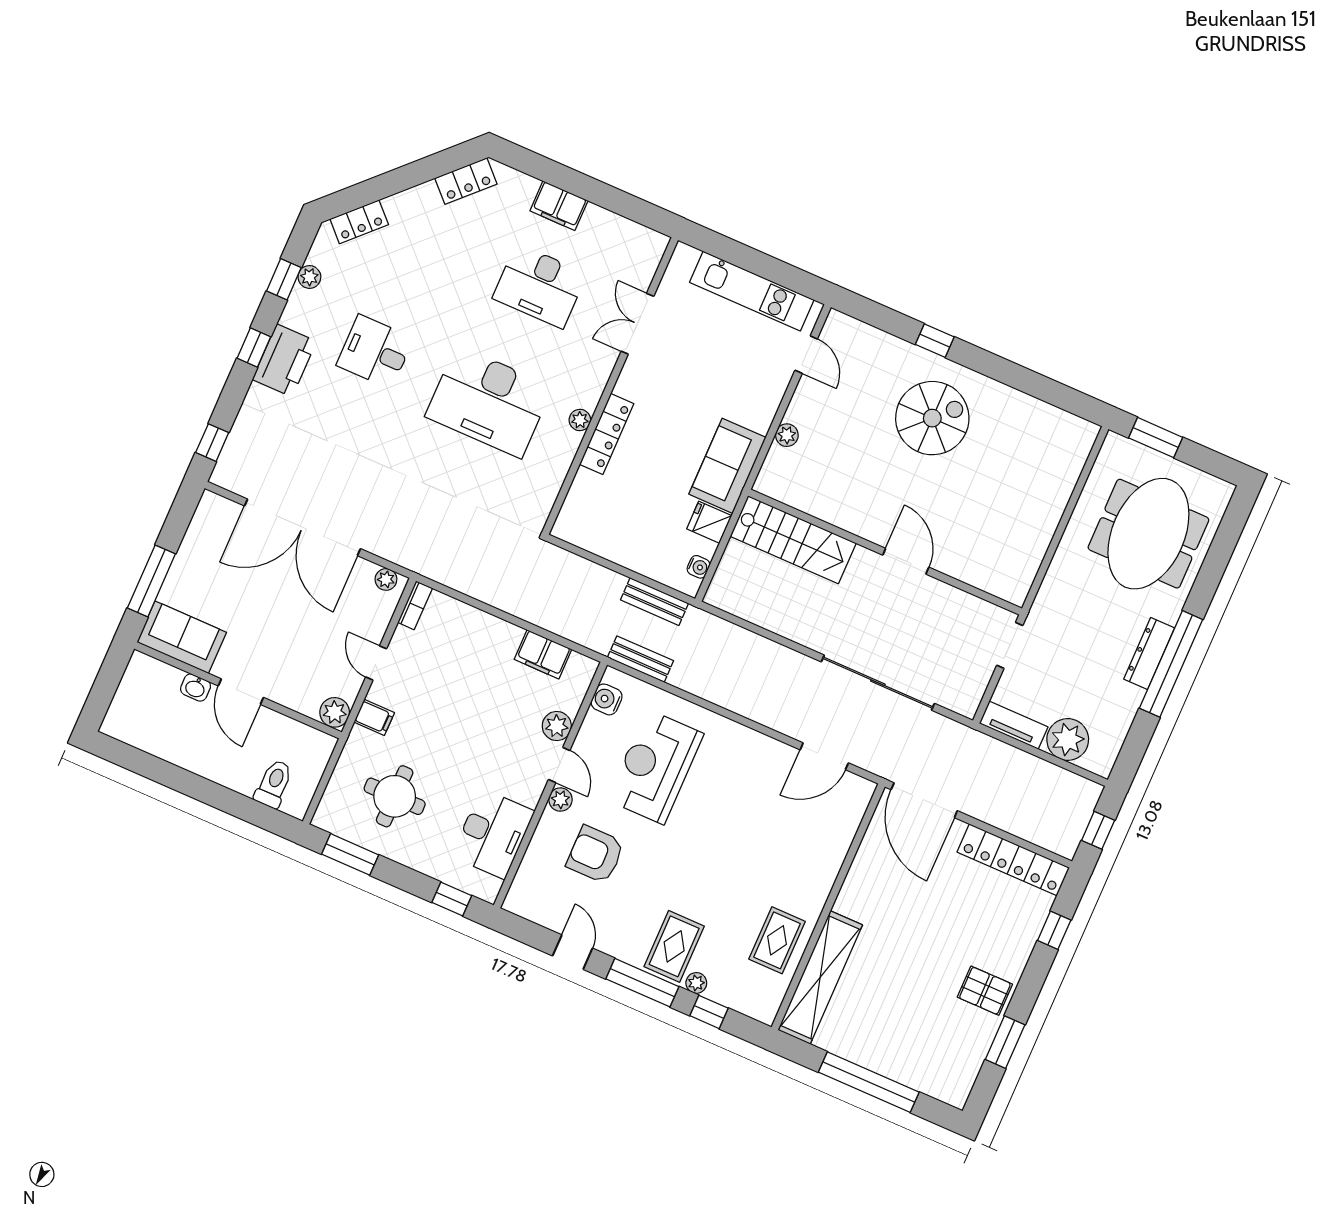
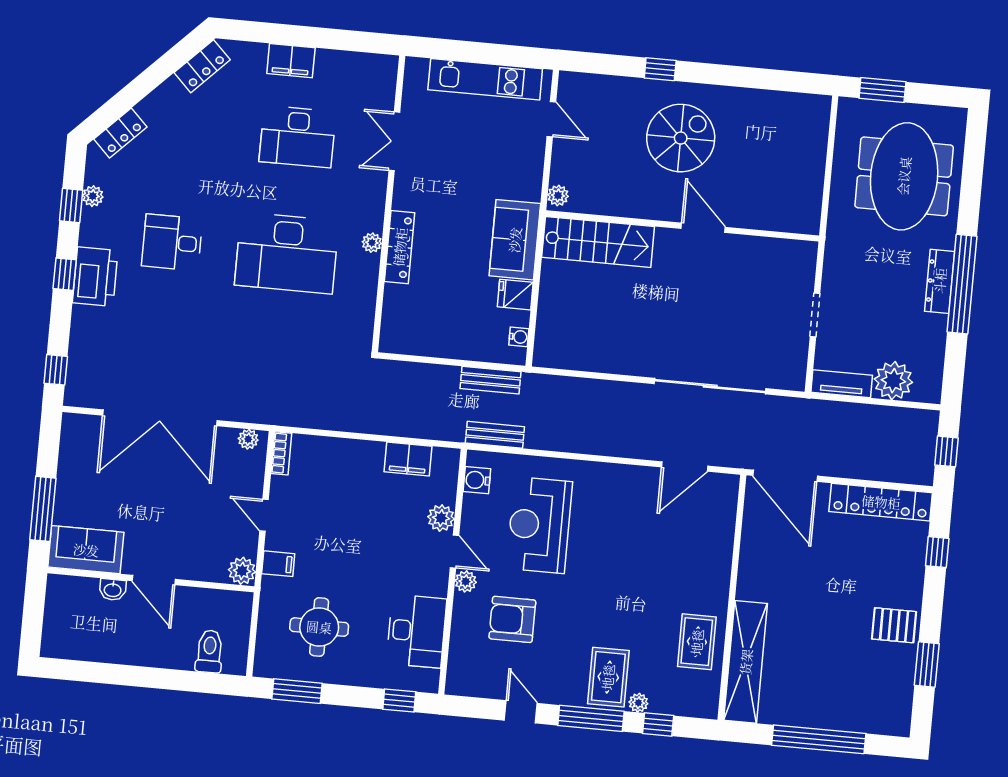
stairs: (793, 540) -> (598, 242), moved
wall: (885, 552) -> (682, 226), moved
door: (906, 561) -> (703, 228), moved

